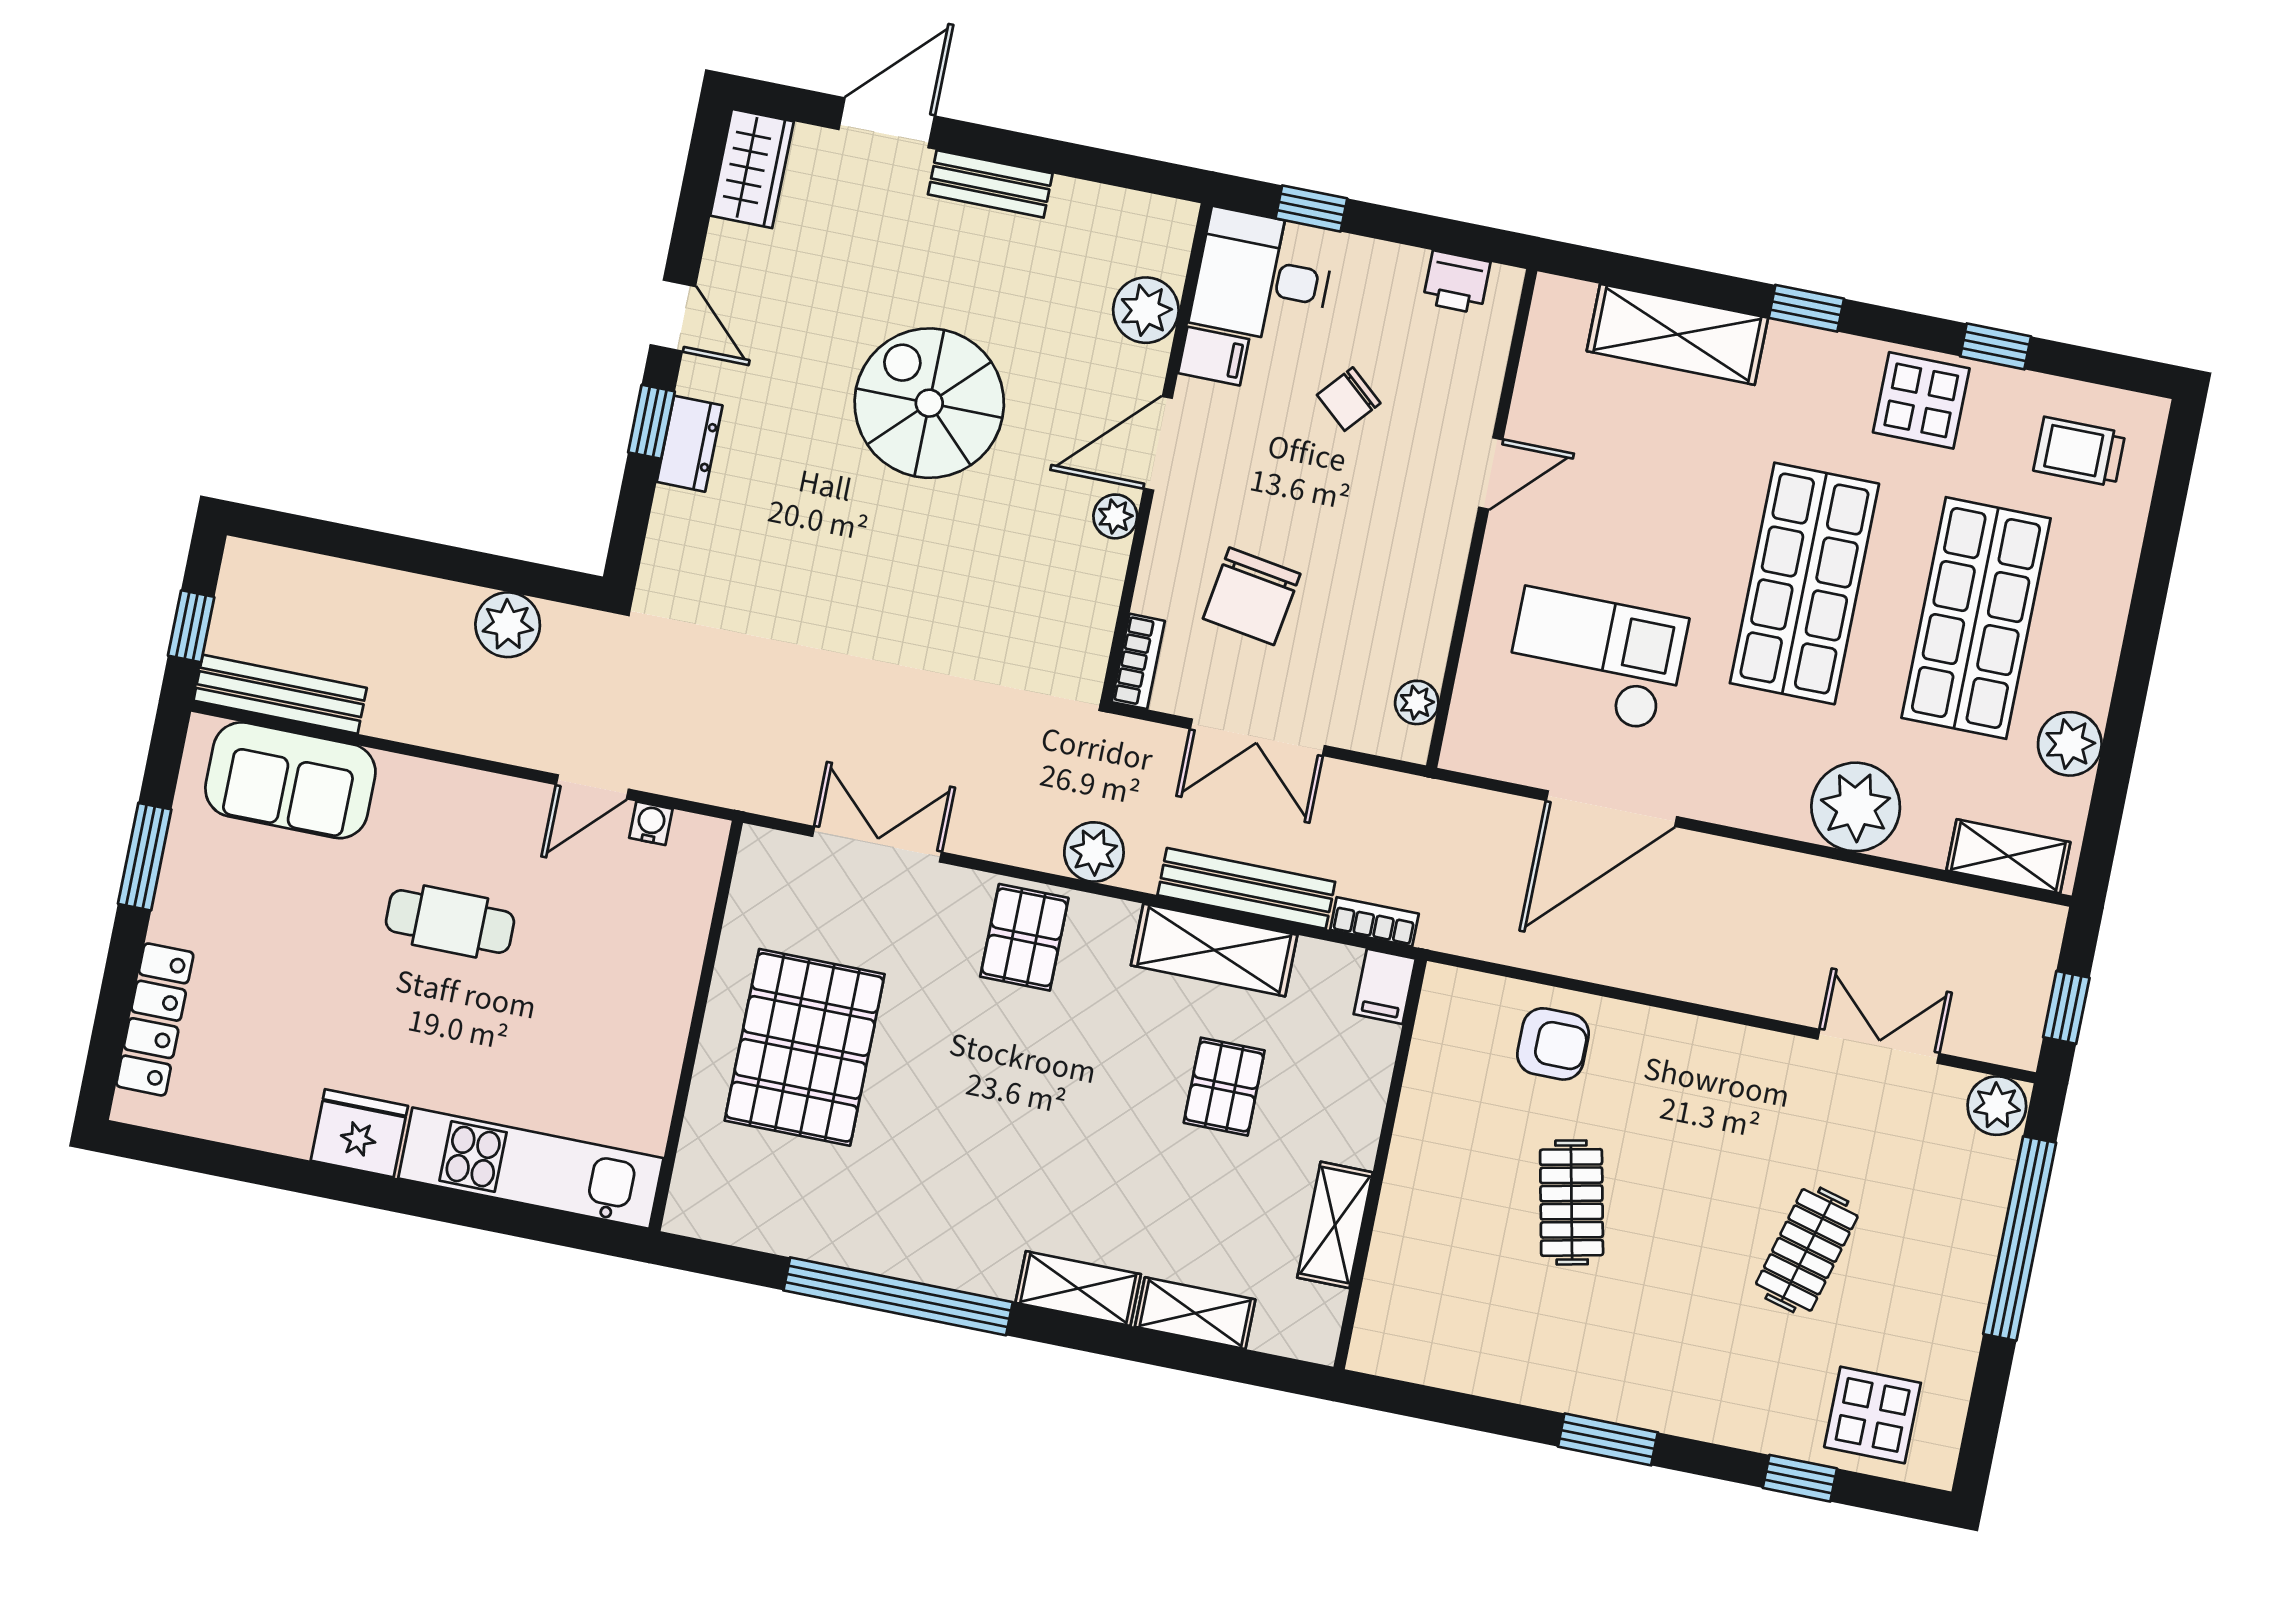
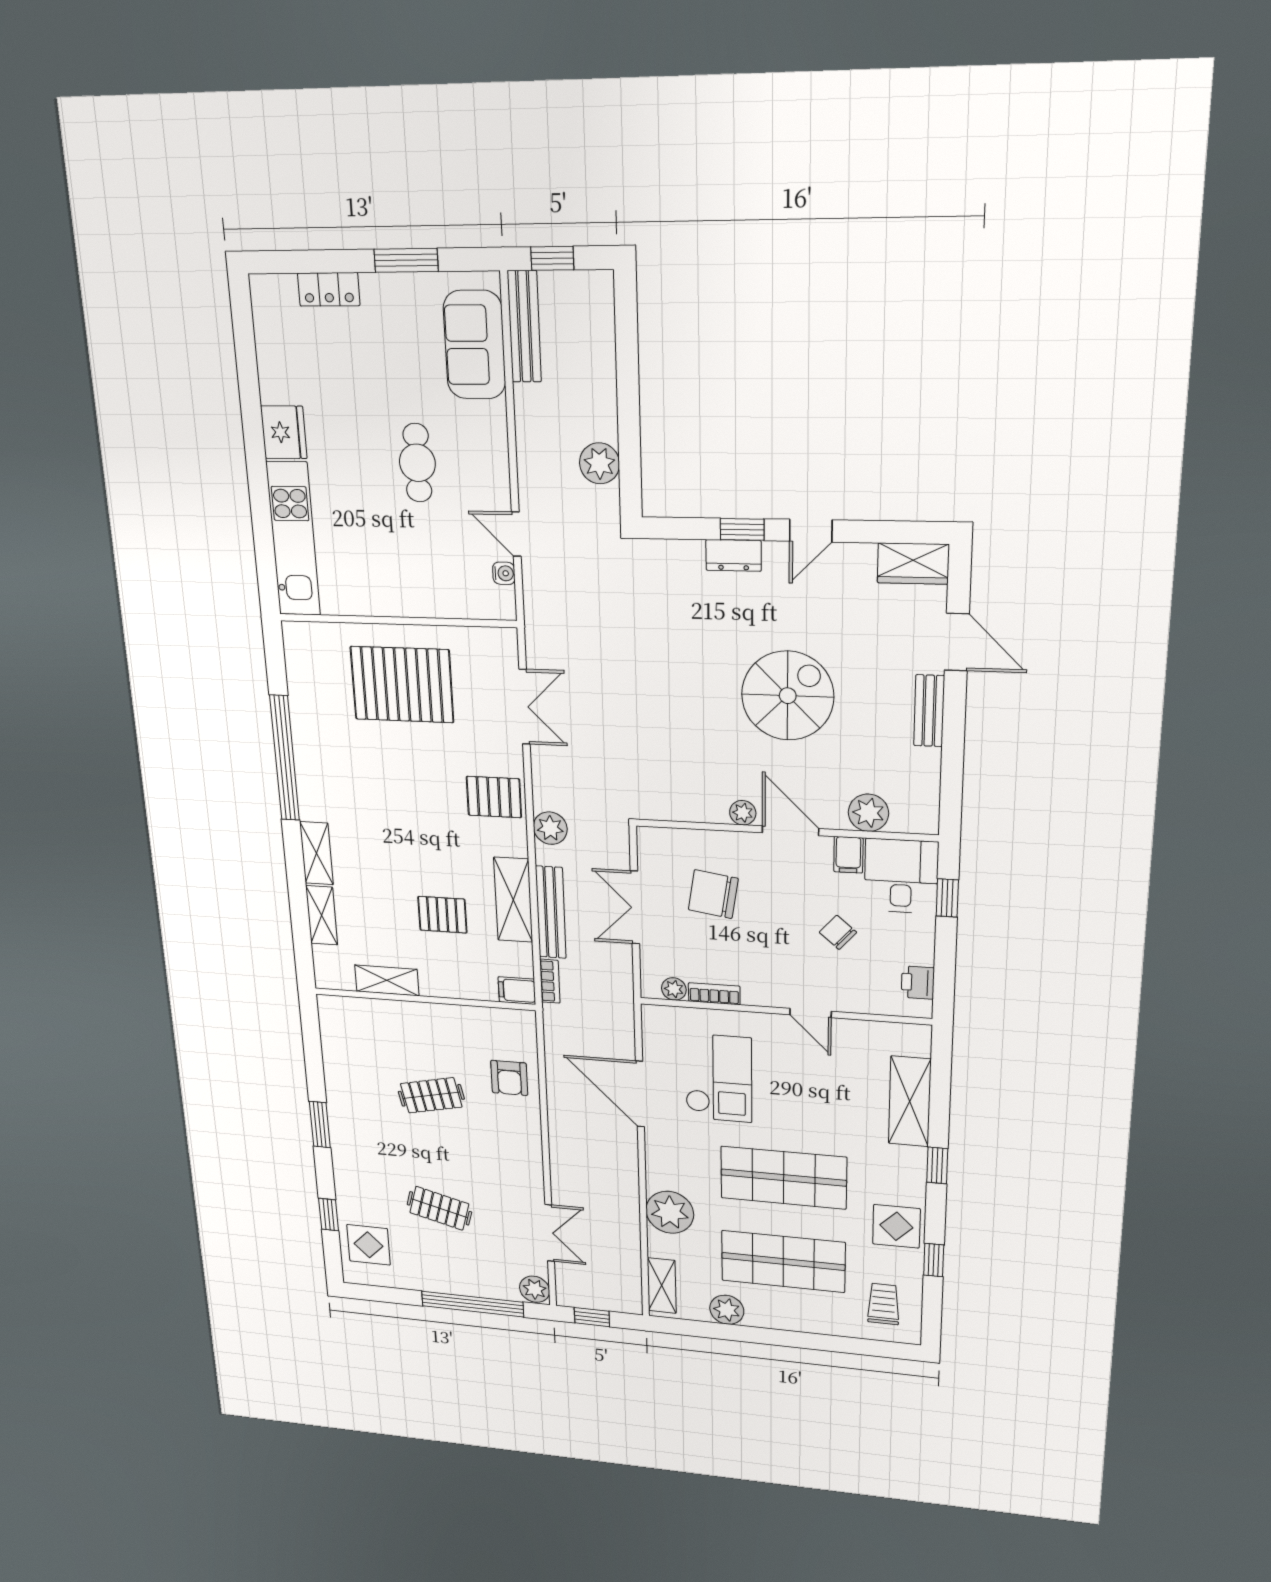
bookcase: (1138, 661) -> (714, 994), moved, turned 180
locker: (155, 1019) -> (329, 289), width x0.66

